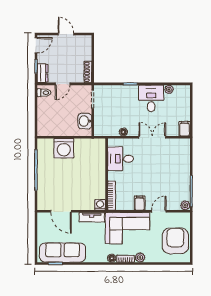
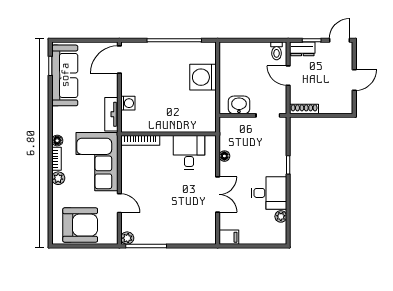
door: (36, 45) -> (339, 40), swing flipped
filing cabinet: (140, 203) -> (130, 178), removed
washing machine: (100, 205) -> (128, 103), moved
door: (61, 211) -> (119, 59), moved

